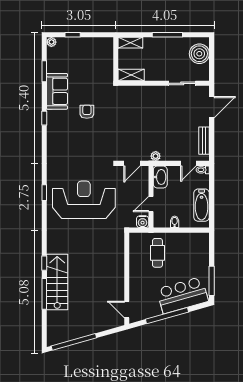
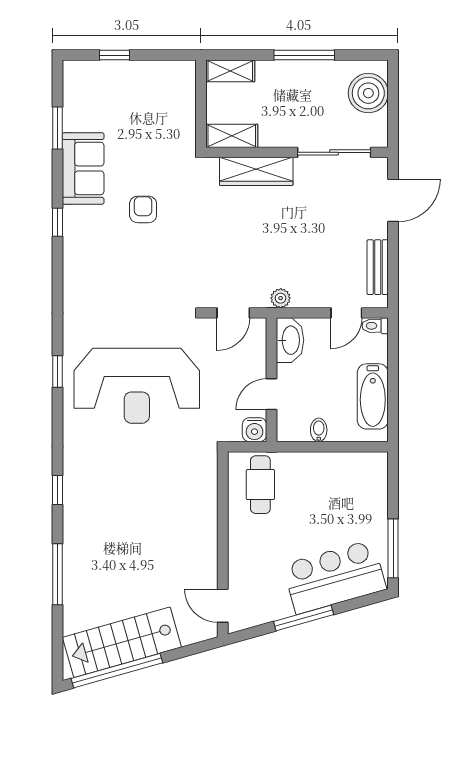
plant: (51, 42) -> (72, 70), removed
sliding door: (182, 83) -> (334, 152), width x1.37
wardrobe: (143, 93) -> (256, 171), added
reception desk: (84, 200) -> (137, 386), turned 180
cafe table: (157, 253) -> (260, 485), moved
window: (44, 263) -> (57, 490), moved
stairs: (57, 282) -> (122, 642), moved, turned -106
window: (167, 316) -> (304, 618), width x0.68

